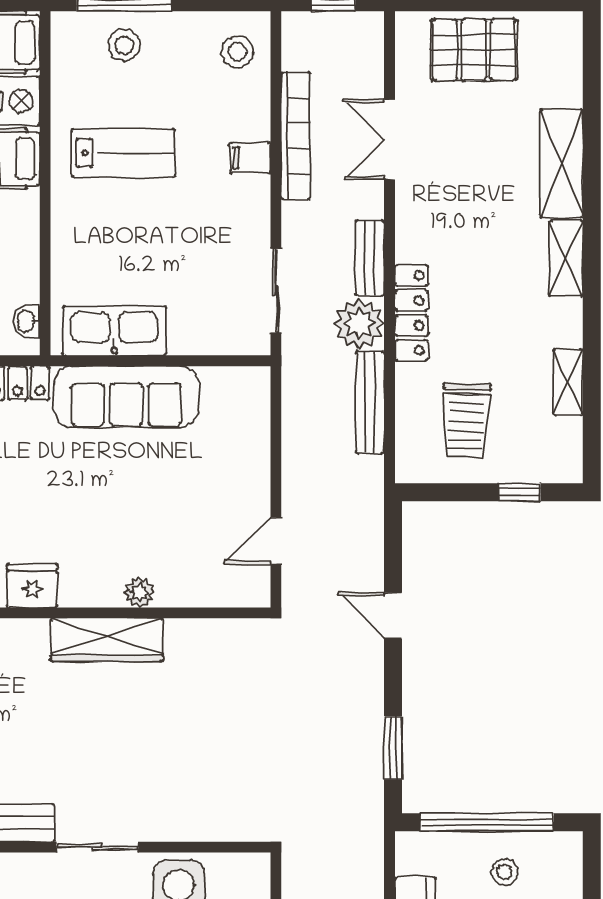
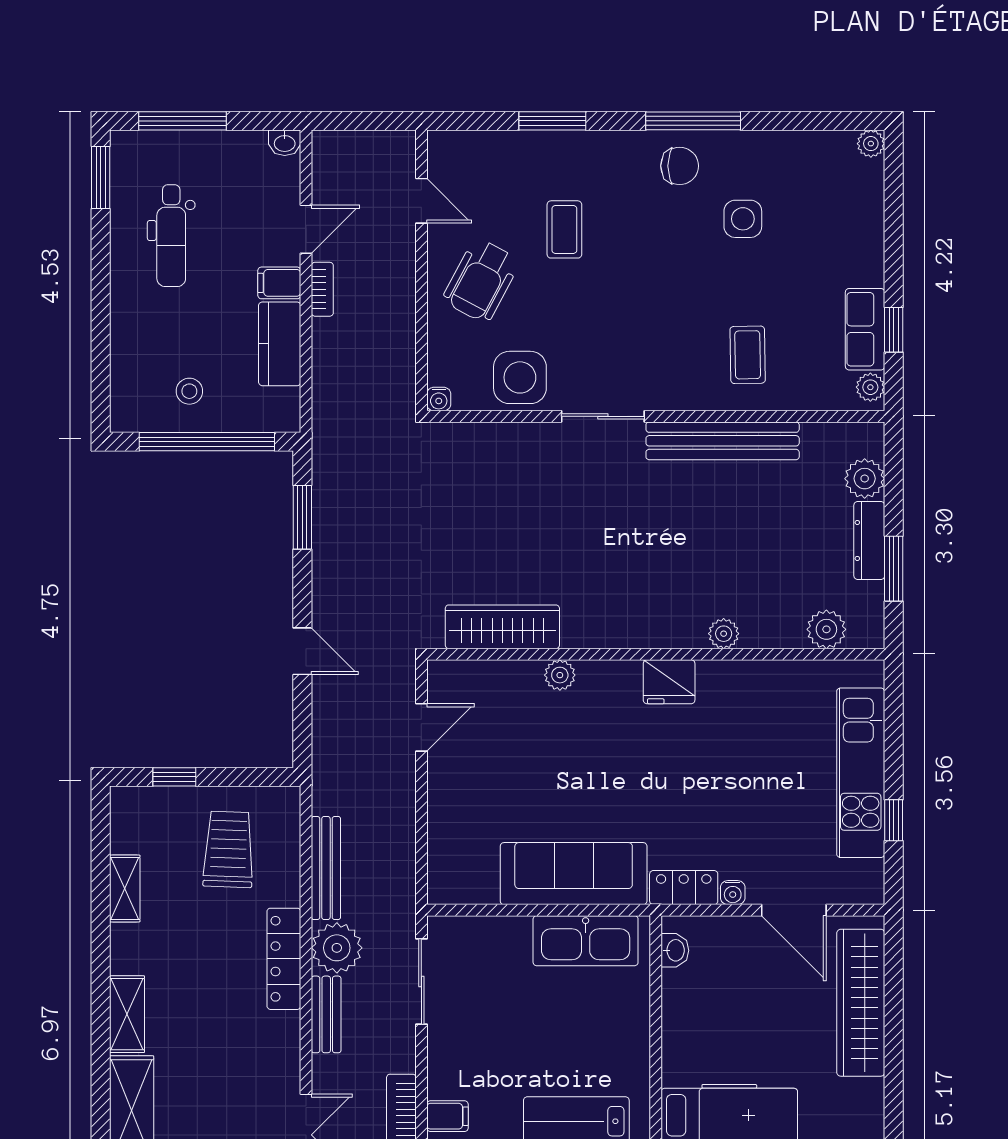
wardrobe: (107, 640) -> (502, 627), moved
water cooler: (259, 864) -> (439, 399), added

